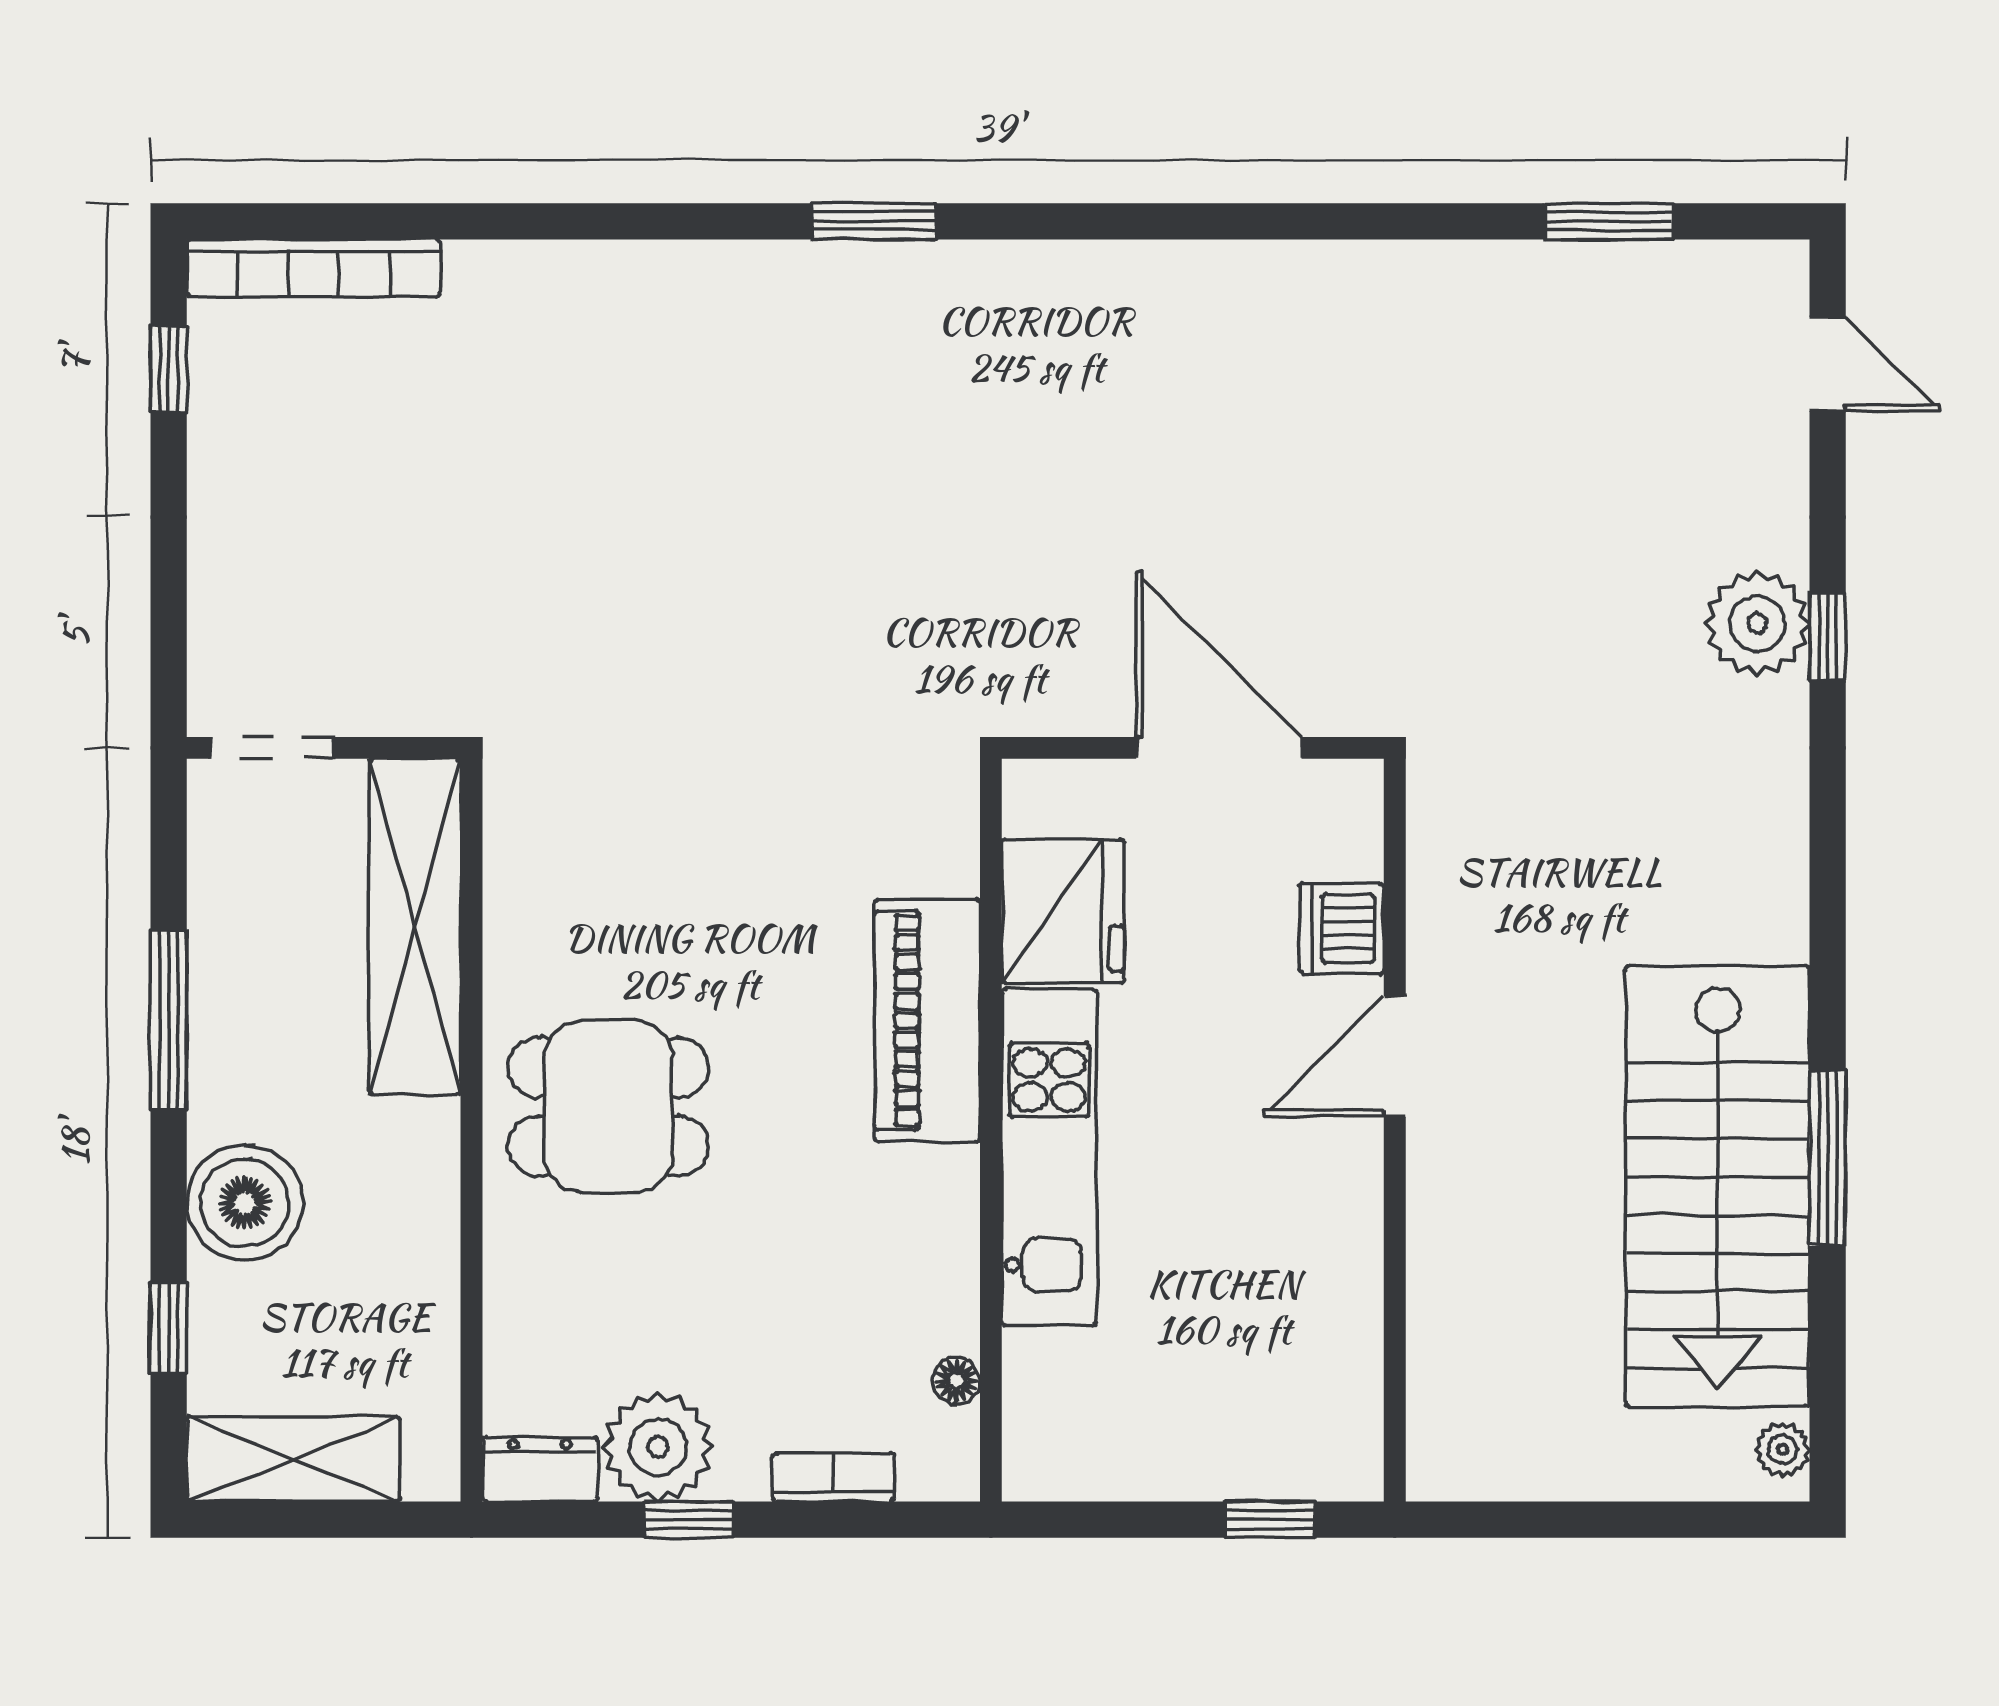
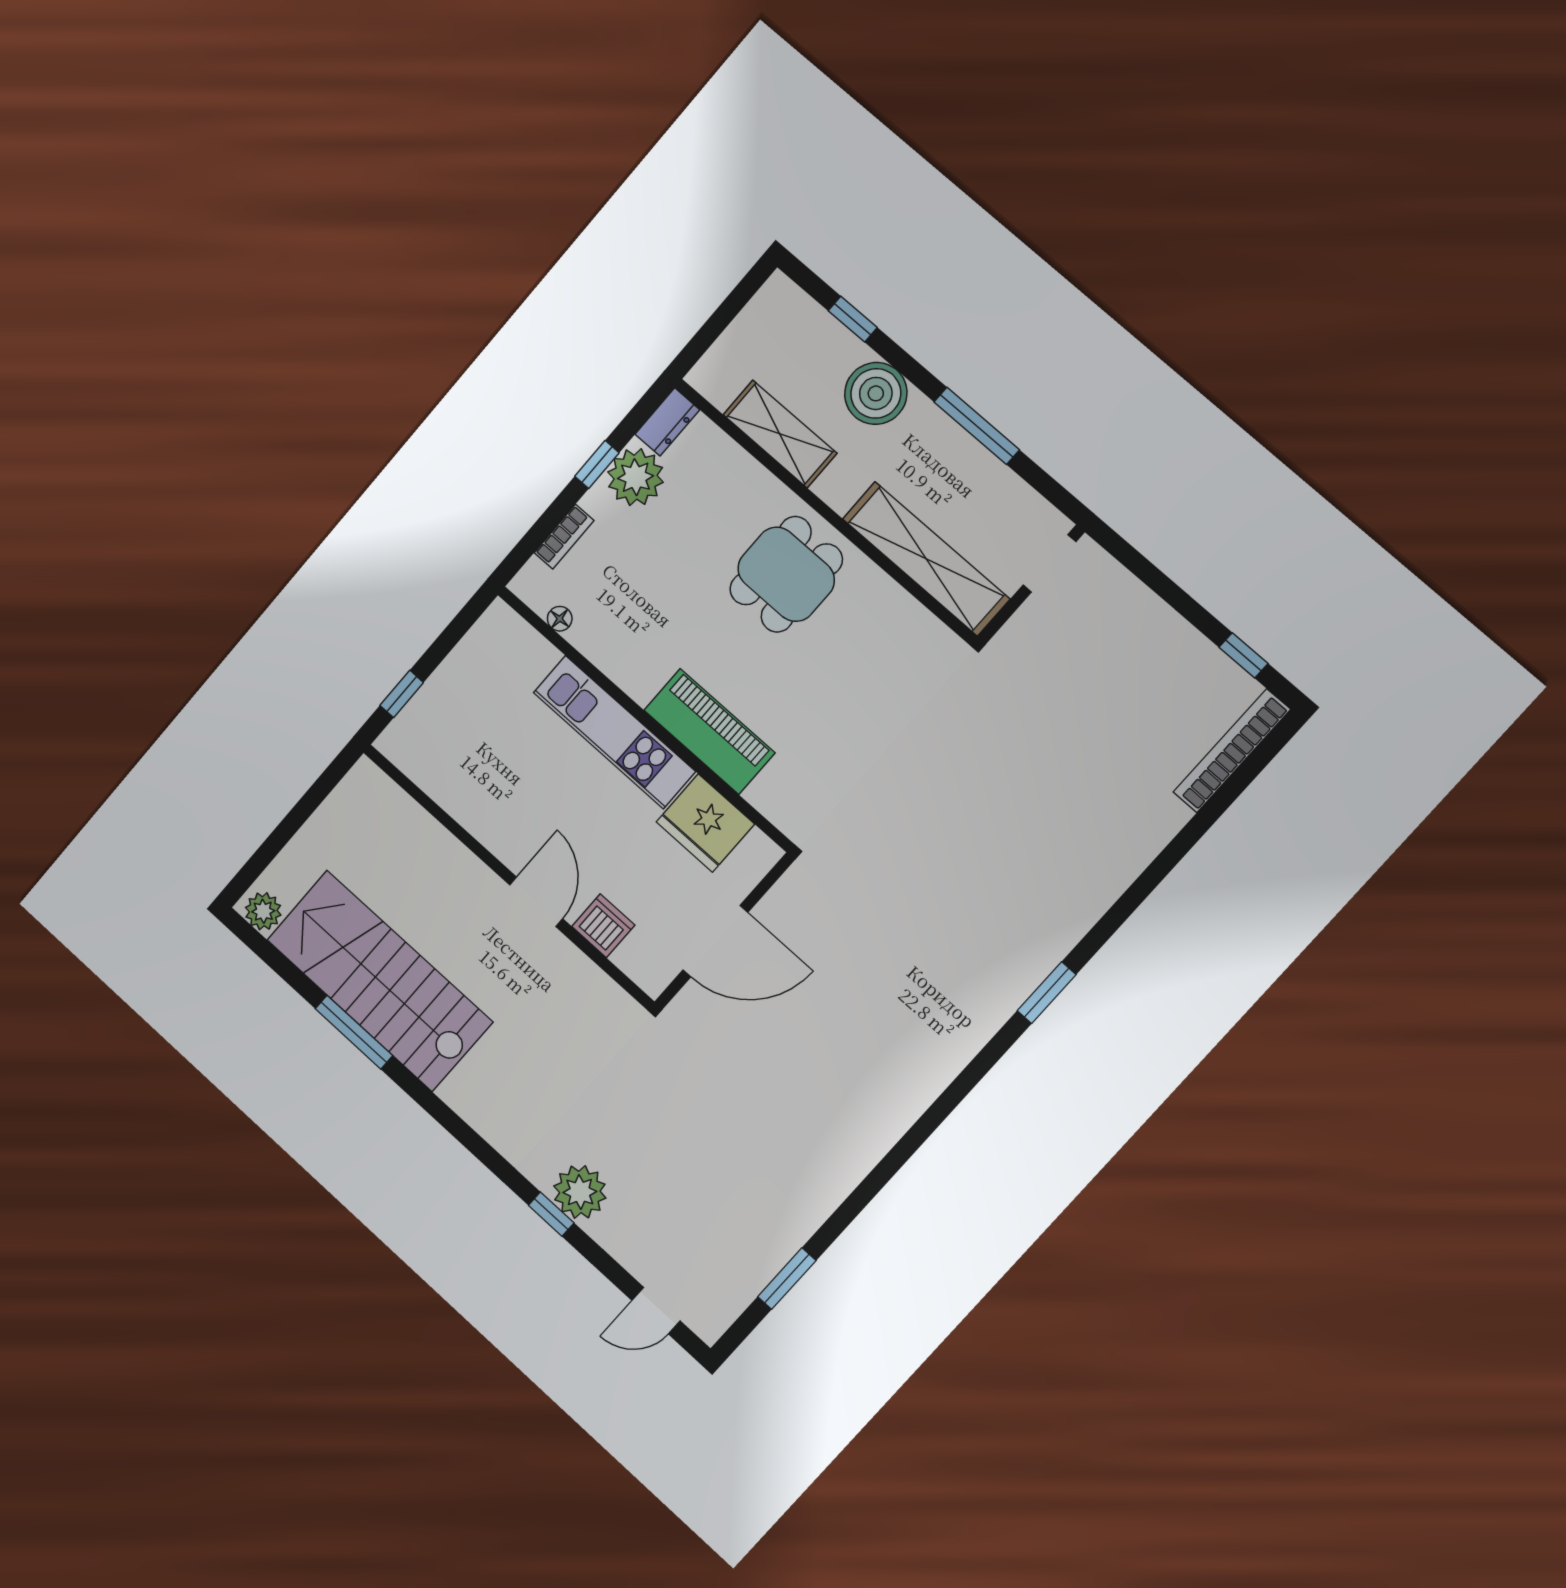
plant: (1783, 1449) -> (263, 911), width x1.38, depth x1.38
shelving: (293, 1459) -> (780, 434), moved, turned 90

